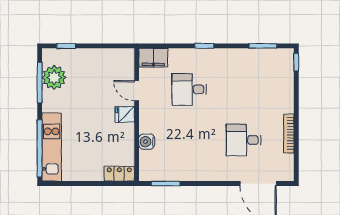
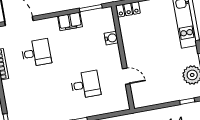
filing cabinet: (153, 58) -> (70, 21), moved, turned 180
fridge: (125, 114) -> (132, 56), removed

